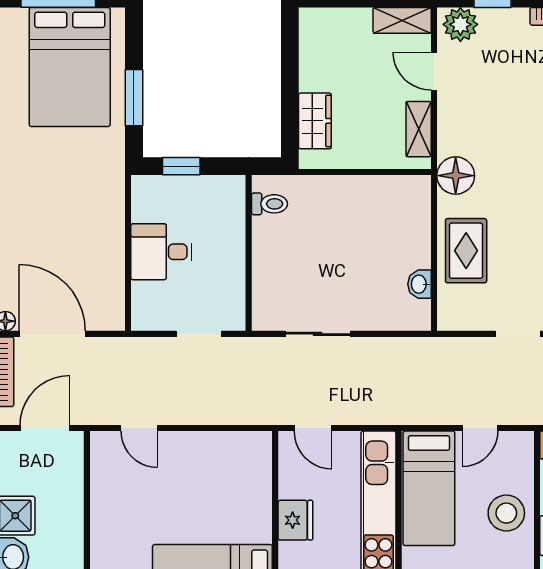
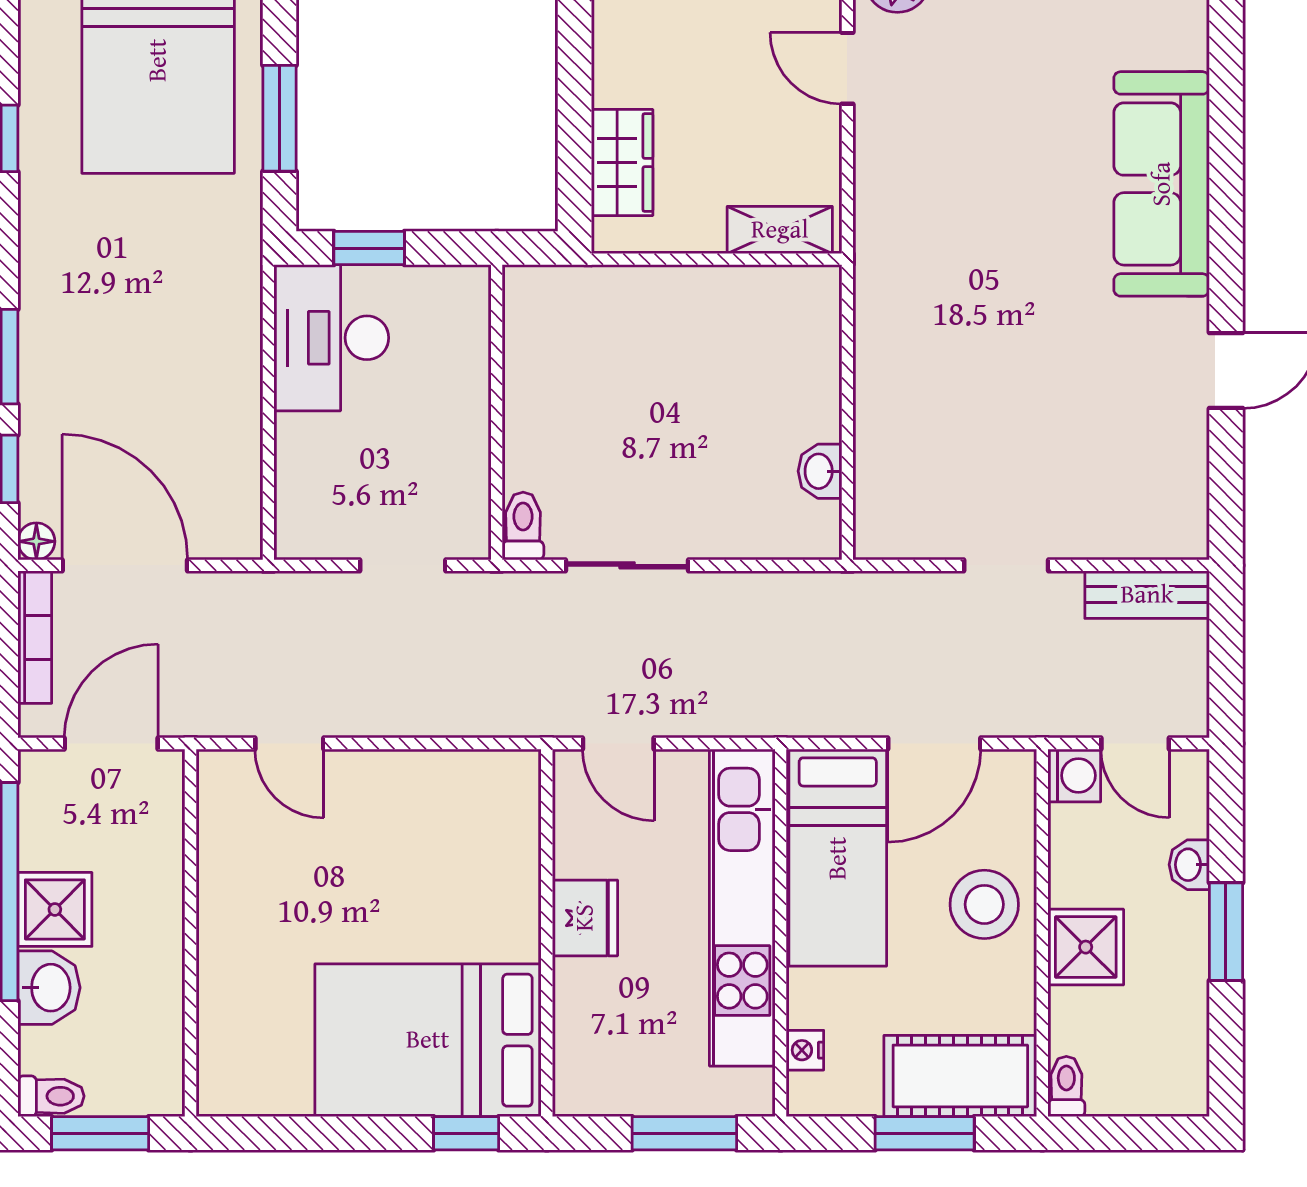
shelving: (419, 129) -> (780, 230), moved, turned 90
floor lamp: (456, 176) -> (888, 266), removed
toilet: (270, 204) -> (523, 526), moved, turned -90
rug: (466, 251) -> (908, 408), removed
desk: (161, 252) -> (331, 338), moved, width x1.37
door: (480, 428) -> (934, 744), width x1.38

